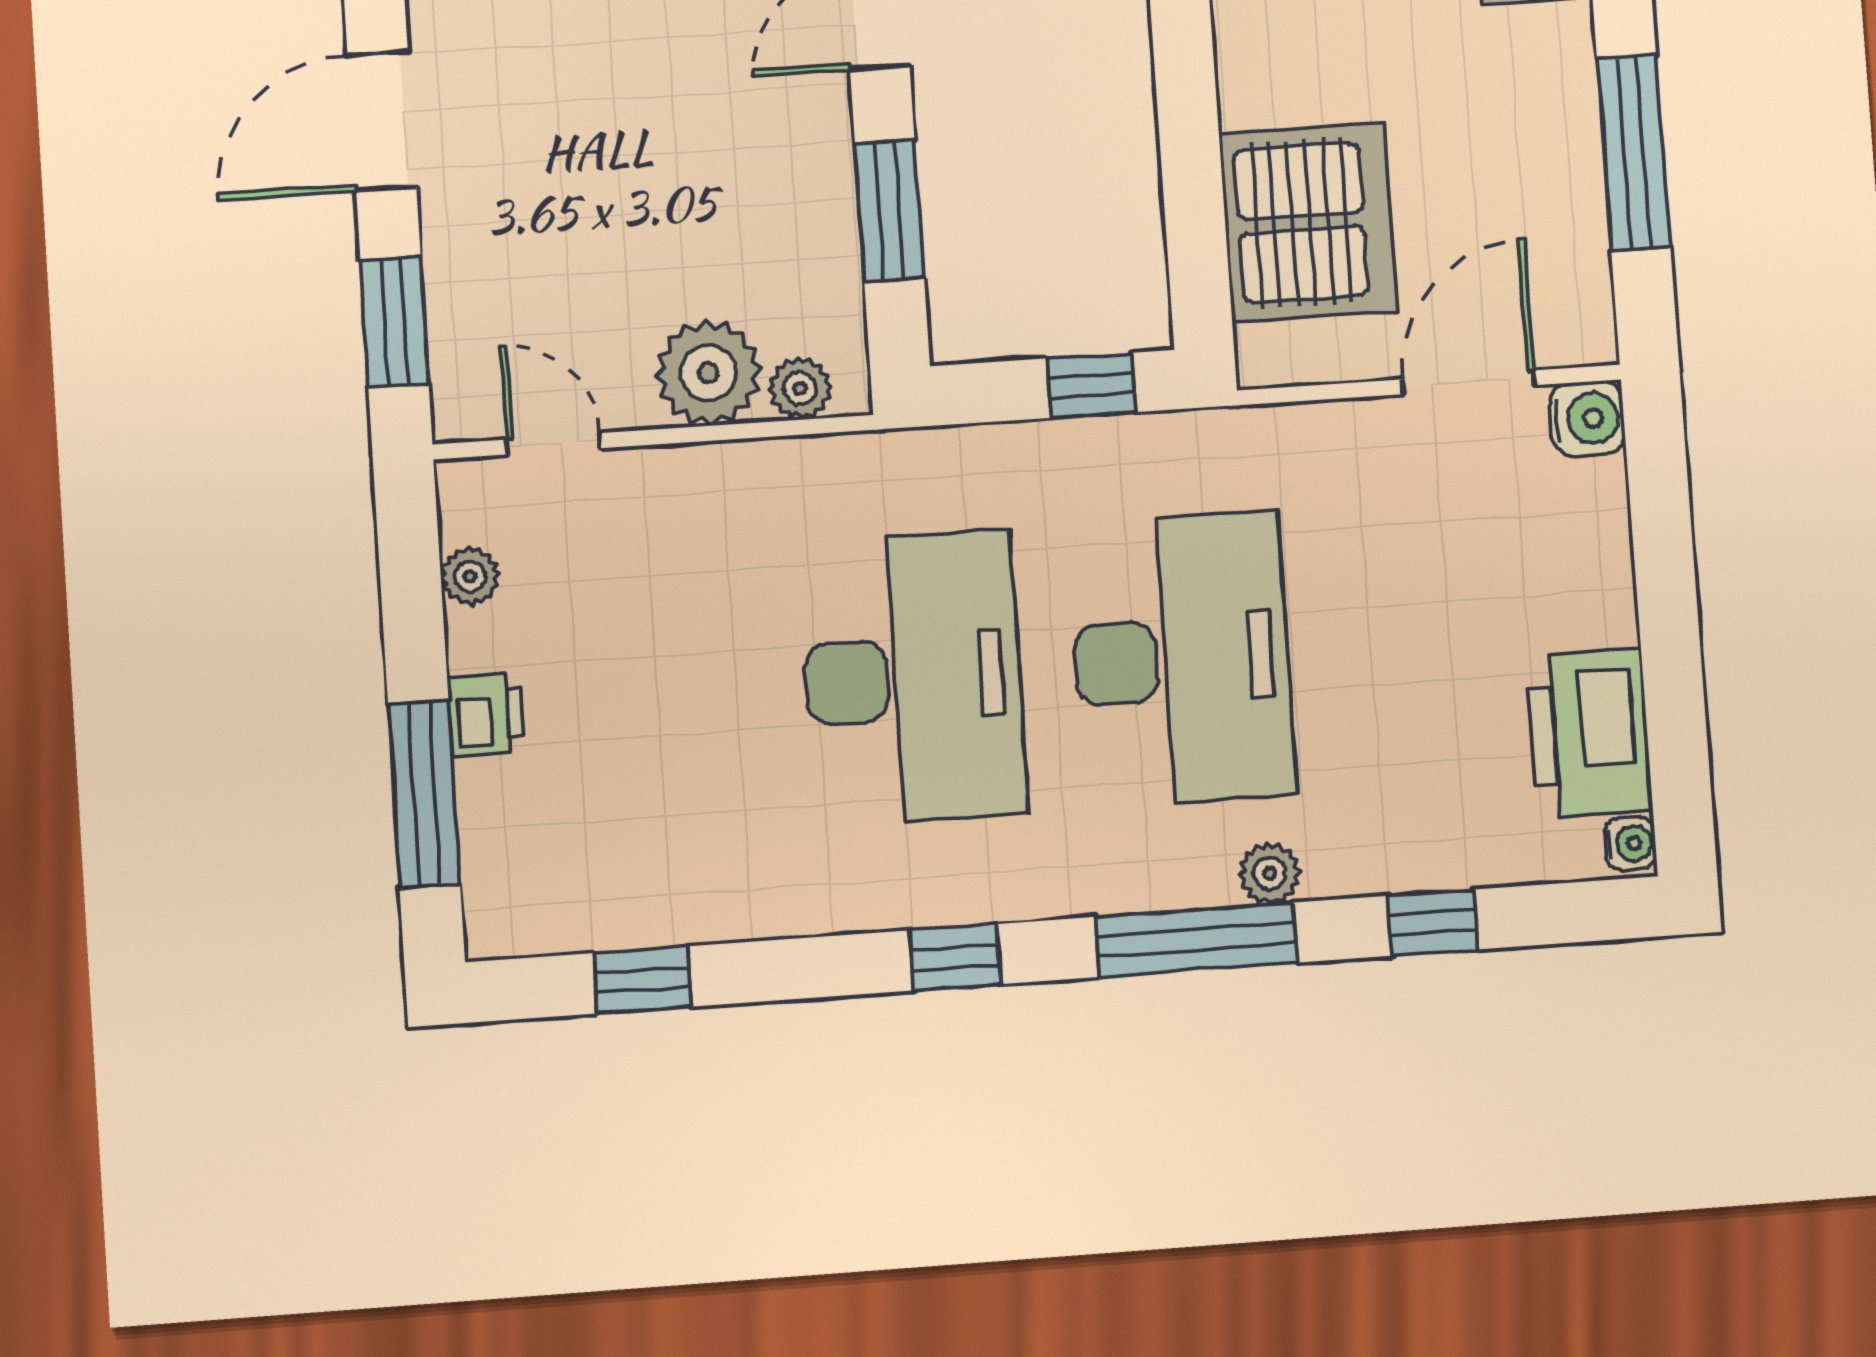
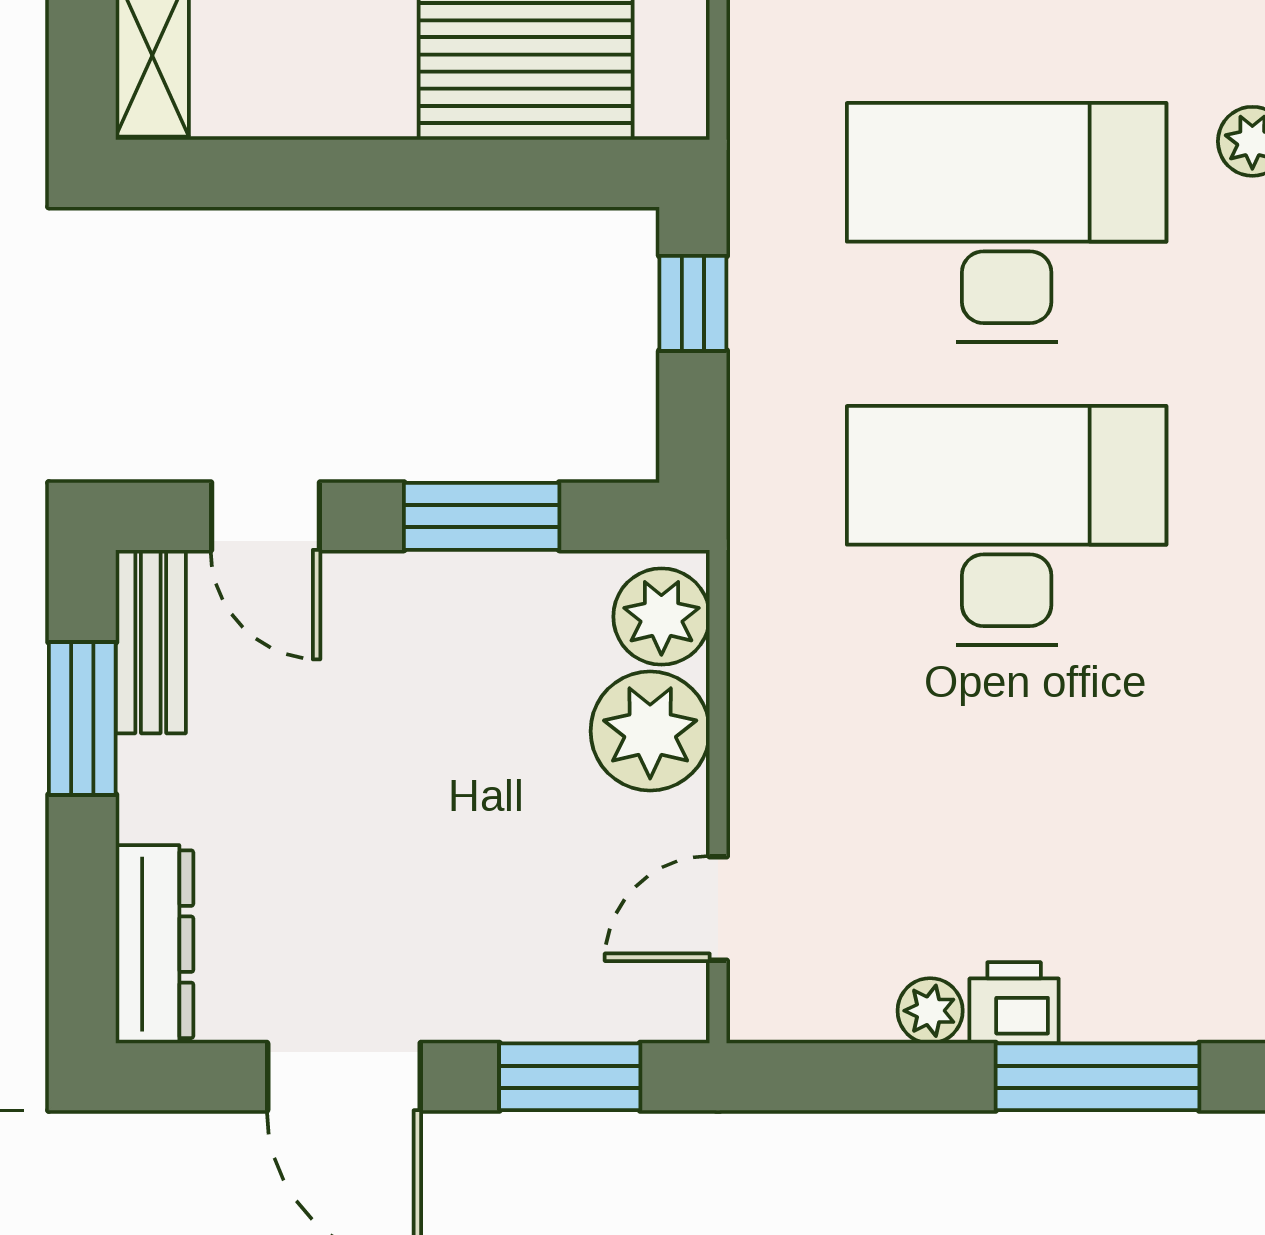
plant: (800, 389) -> (661, 617), width x1.38, depth x1.38
plant: (470, 577) -> (930, 1011), moved

